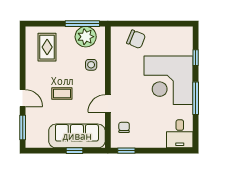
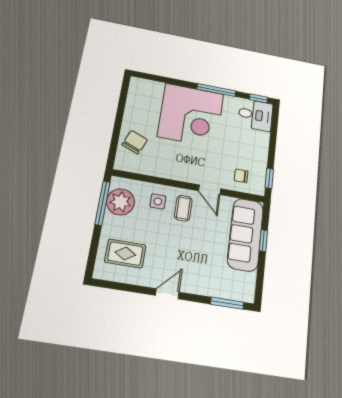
window: (196, 58) -> (258, 98), moved
coffee table: (62, 94) -> (183, 208), moved
door: (23, 98) -> (167, 294), moved

